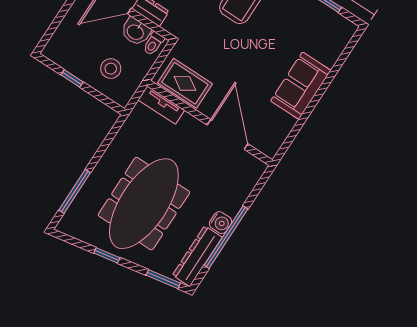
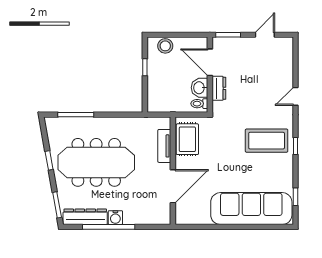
stool: (111, 69) -> (165, 46), moved
sofa: (301, 86) -> (251, 209), width x1.85, depth x1.27
tv unit: (161, 105) -> (164, 146), moved

